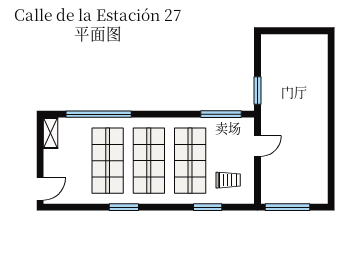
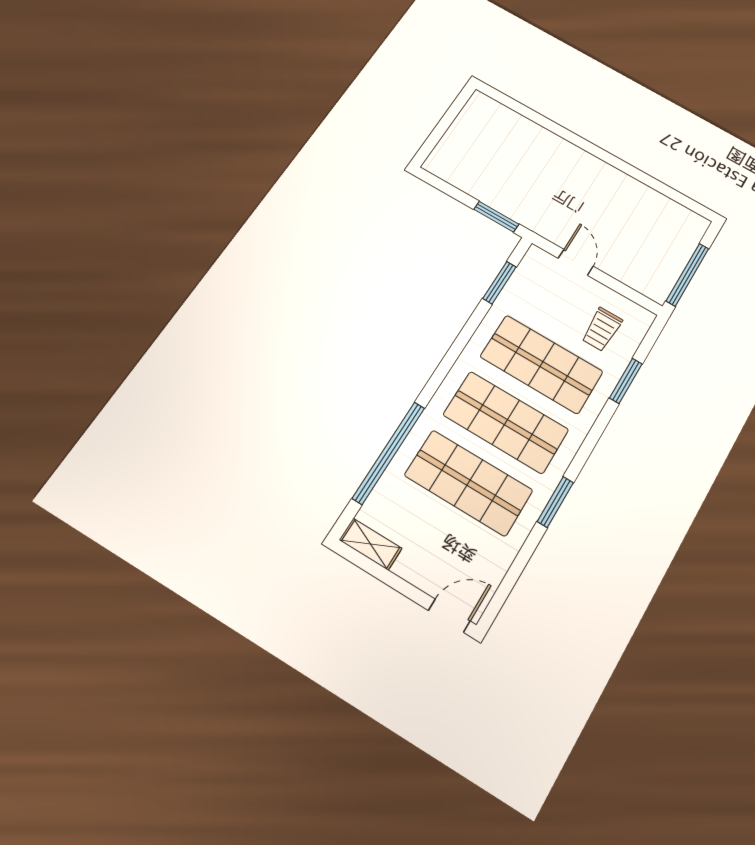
window: (221, 114) -> (499, 283), width x0.69
trolley: (228, 180) -> (602, 329), turned 180
door: (40, 189) -> (449, 616), hinge flipped

